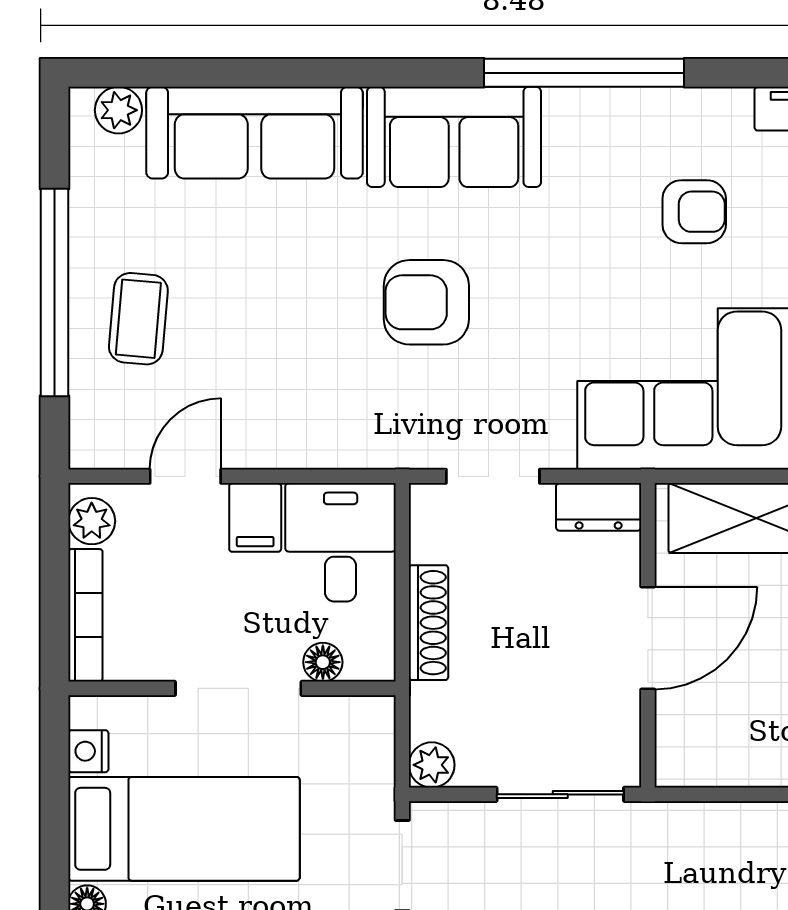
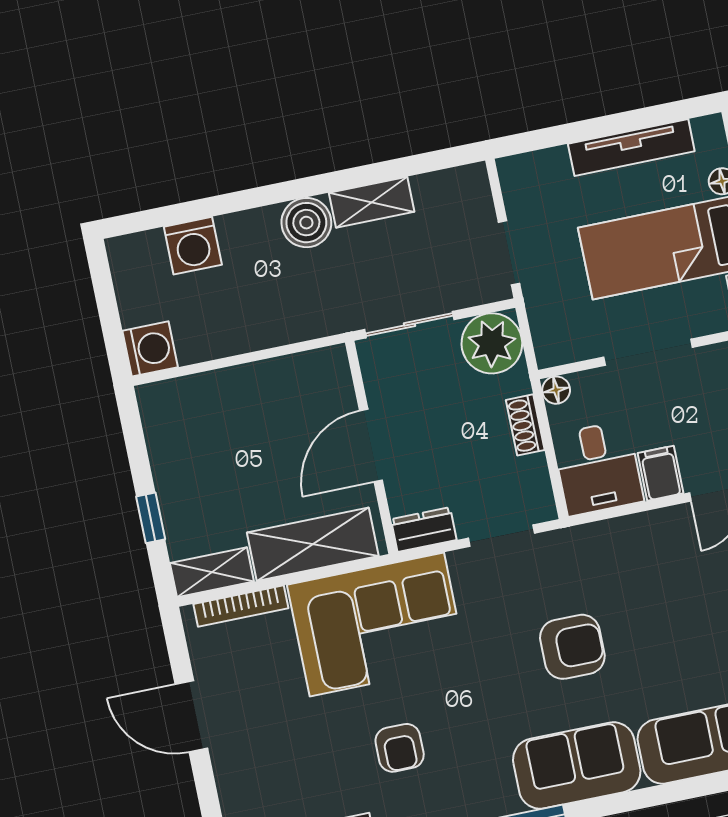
armchair: (694, 212) -> (400, 748), turned -90
shoe rack: (428, 623) -> (525, 425), width x0.70
floor lamp: (323, 662) -> (556, 390), moved
plant: (432, 765) -> (492, 343), width x1.88, depth x1.88

